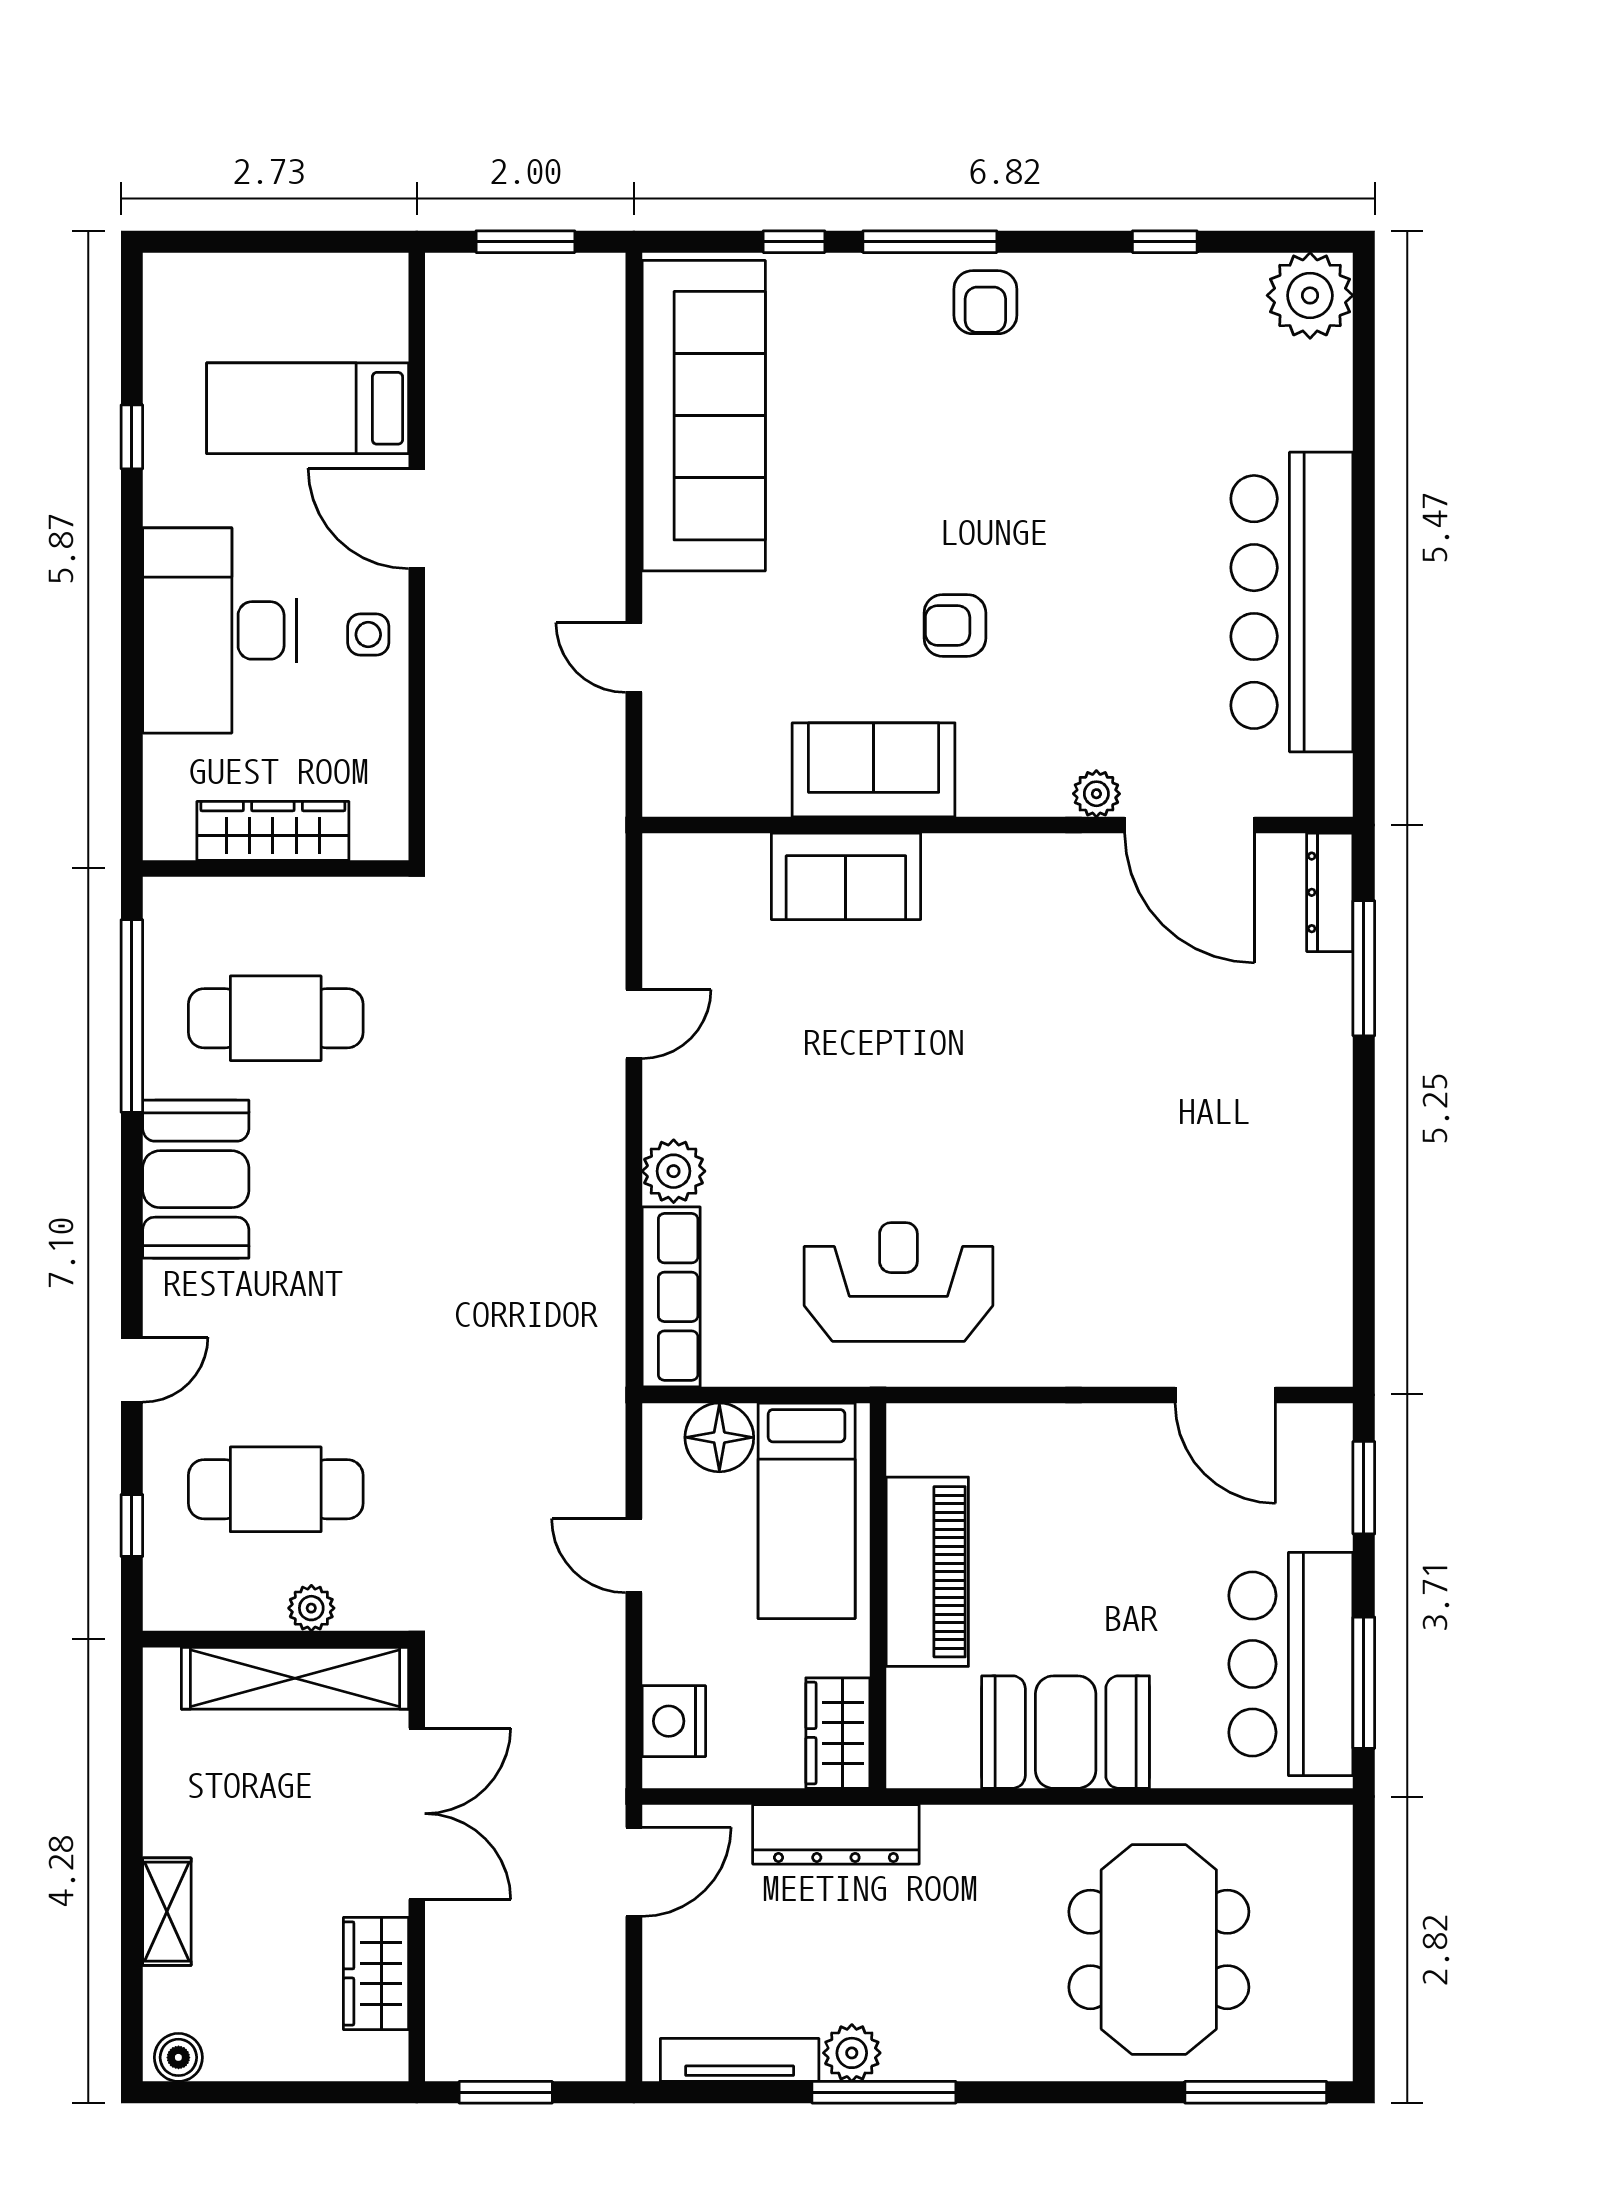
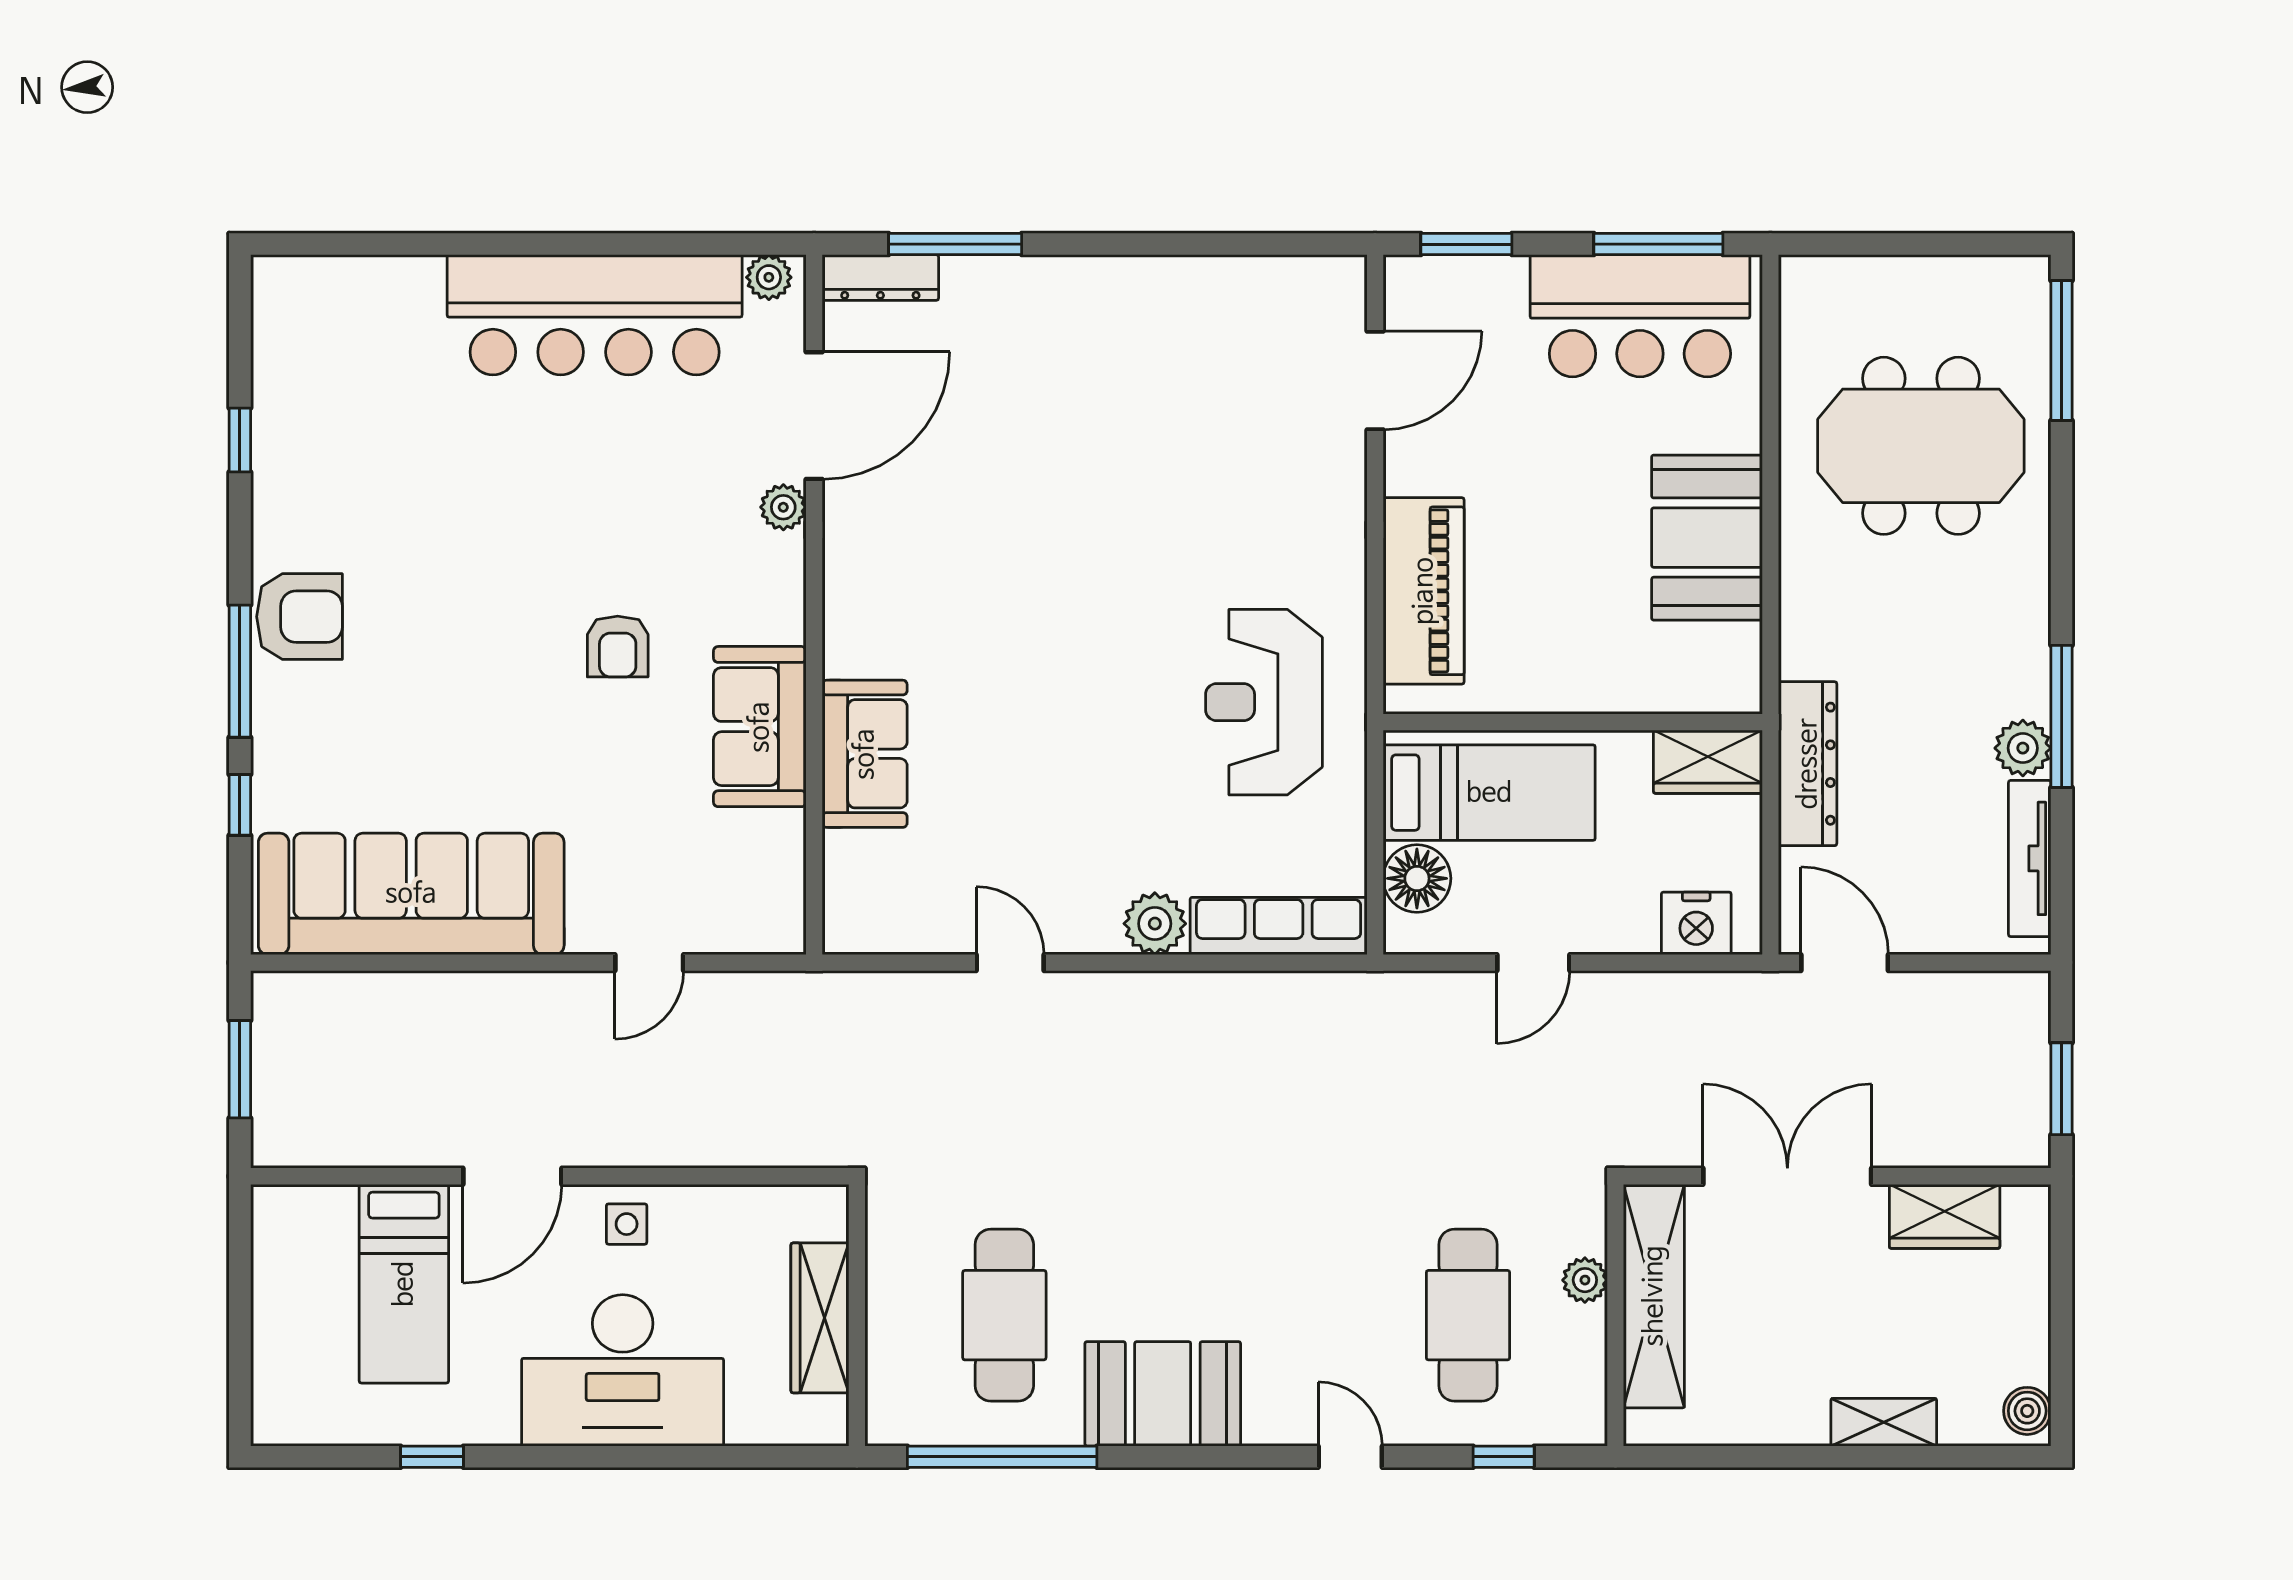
plant: (1310, 295) -> (769, 277), moved, width x0.53, depth x0.53
armchair: (985, 302) -> (299, 617), width x1.38, depth x1.38
piano: (927, 1572) -> (1424, 591), moved, turned 90

